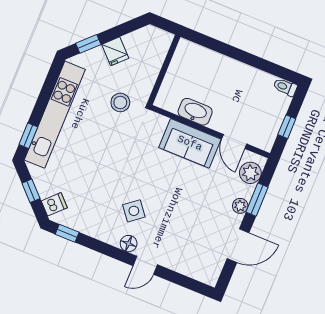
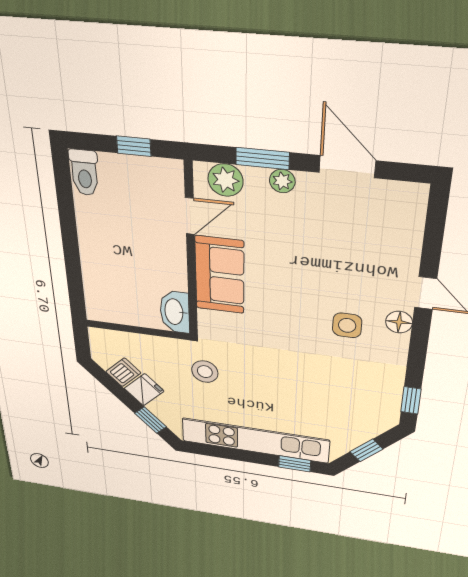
toilet: (285, 87) -> (84, 173), width x1.37, depth x1.39
washbasin: (195, 112) -> (175, 312), moved
dishwasher: (54, 204) -> (123, 372), moved, turned 90
side table: (134, 211) -> (347, 325), turned 38

